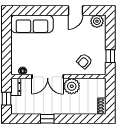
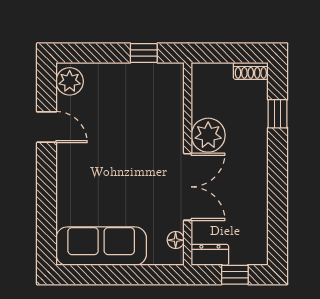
sofa: (32, 24) -> (101, 246), moved, turned -90
armchair: (84, 61) -> (155, 108), removed
window: (47, 119) -> (278, 114), moved

